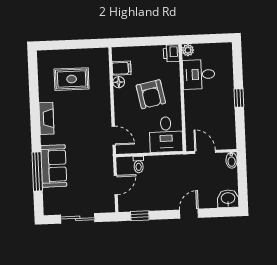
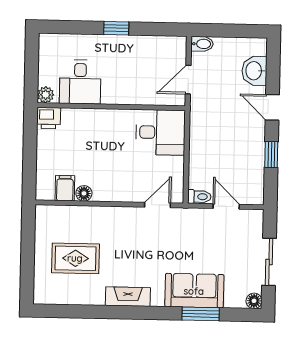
rug: (72, 79) -> (75, 258), turned 90
armchair: (151, 94) -> (103, 150), removed
toilet: (139, 165) -> (199, 197), moved
window: (37, 171) -> (201, 314), width x0.69
washbasin: (228, 199) -> (254, 71), moved
floor lamp: (49, 209) -> (254, 301), added
window: (140, 216) -> (271, 155), moved

